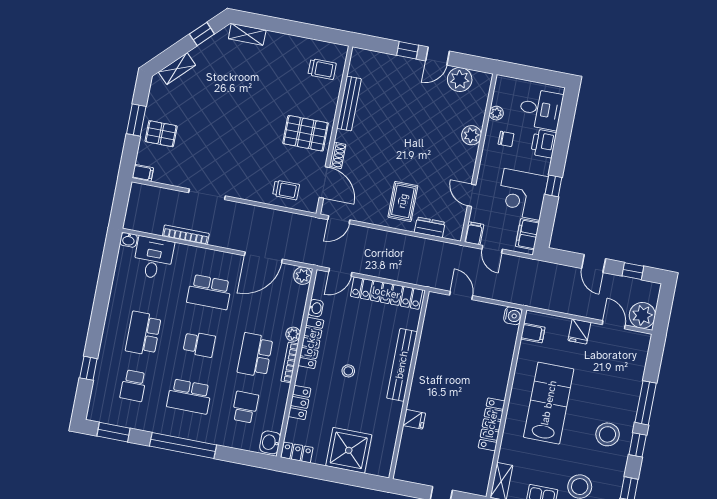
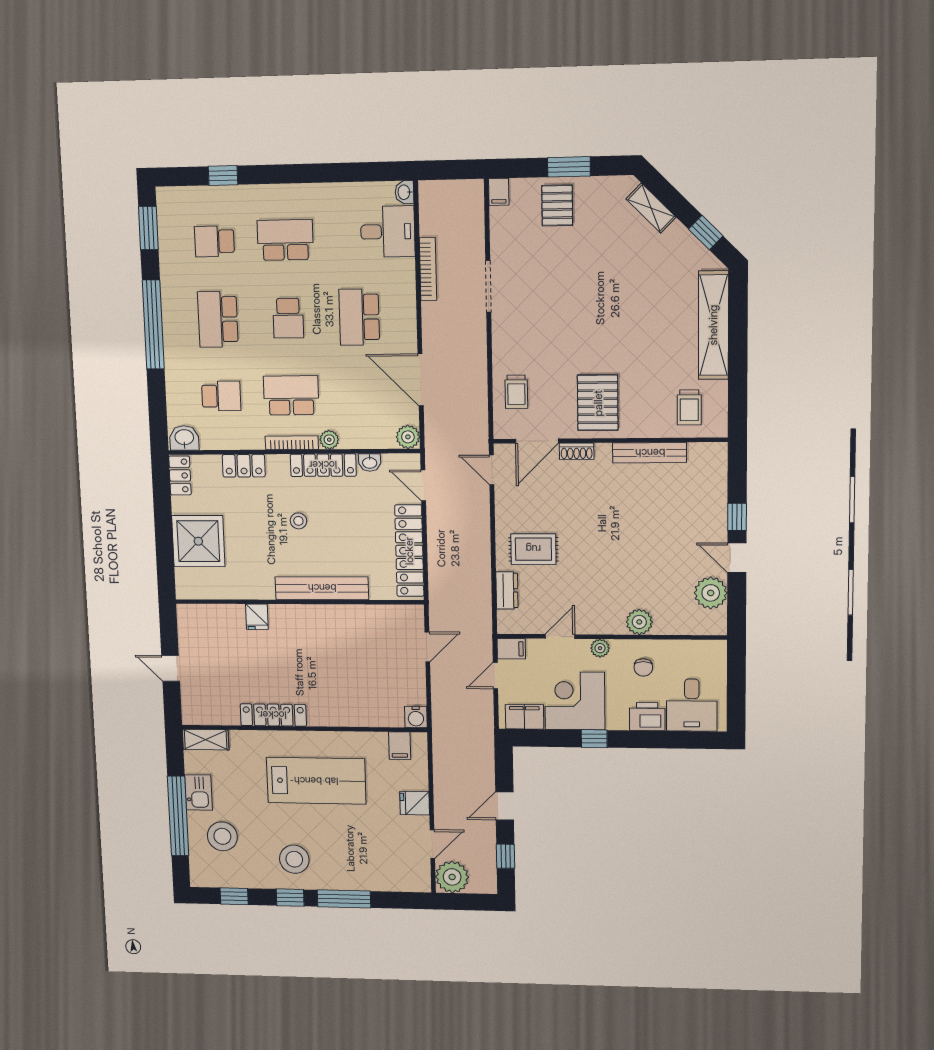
shelving: (247, 34) -> (713, 325), width x2.20, depth x1.33
plant: (496, 113) -> (600, 648), moved

